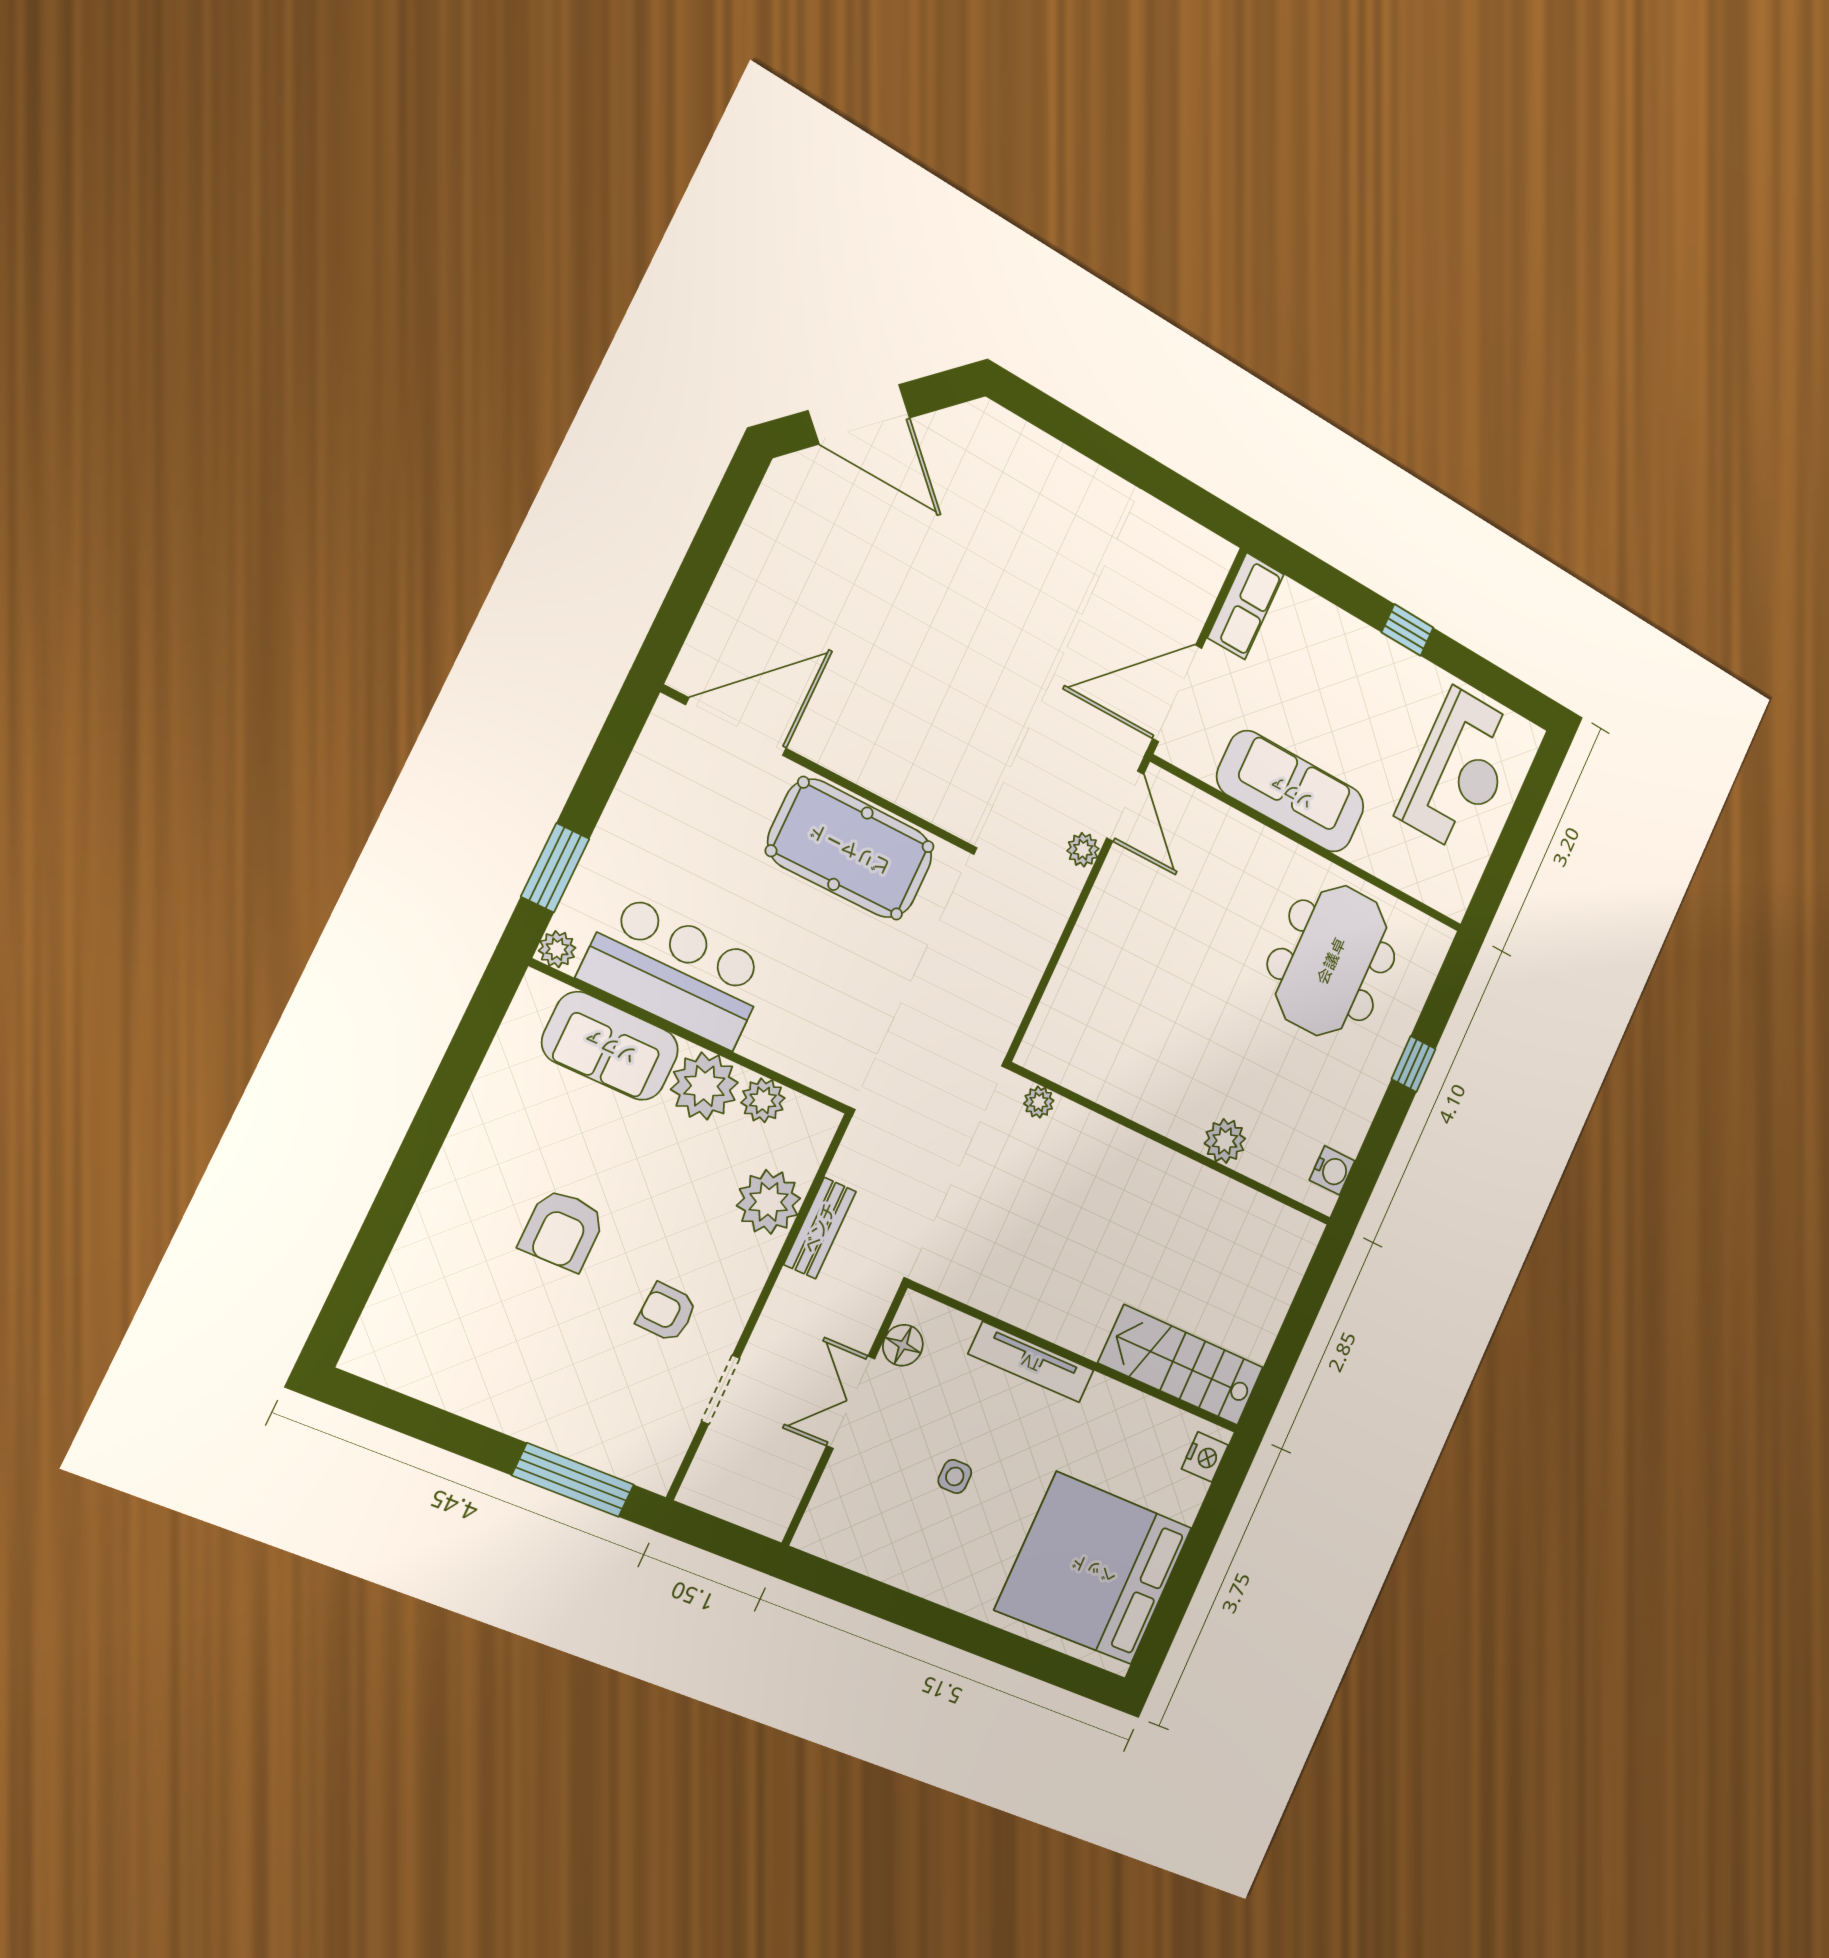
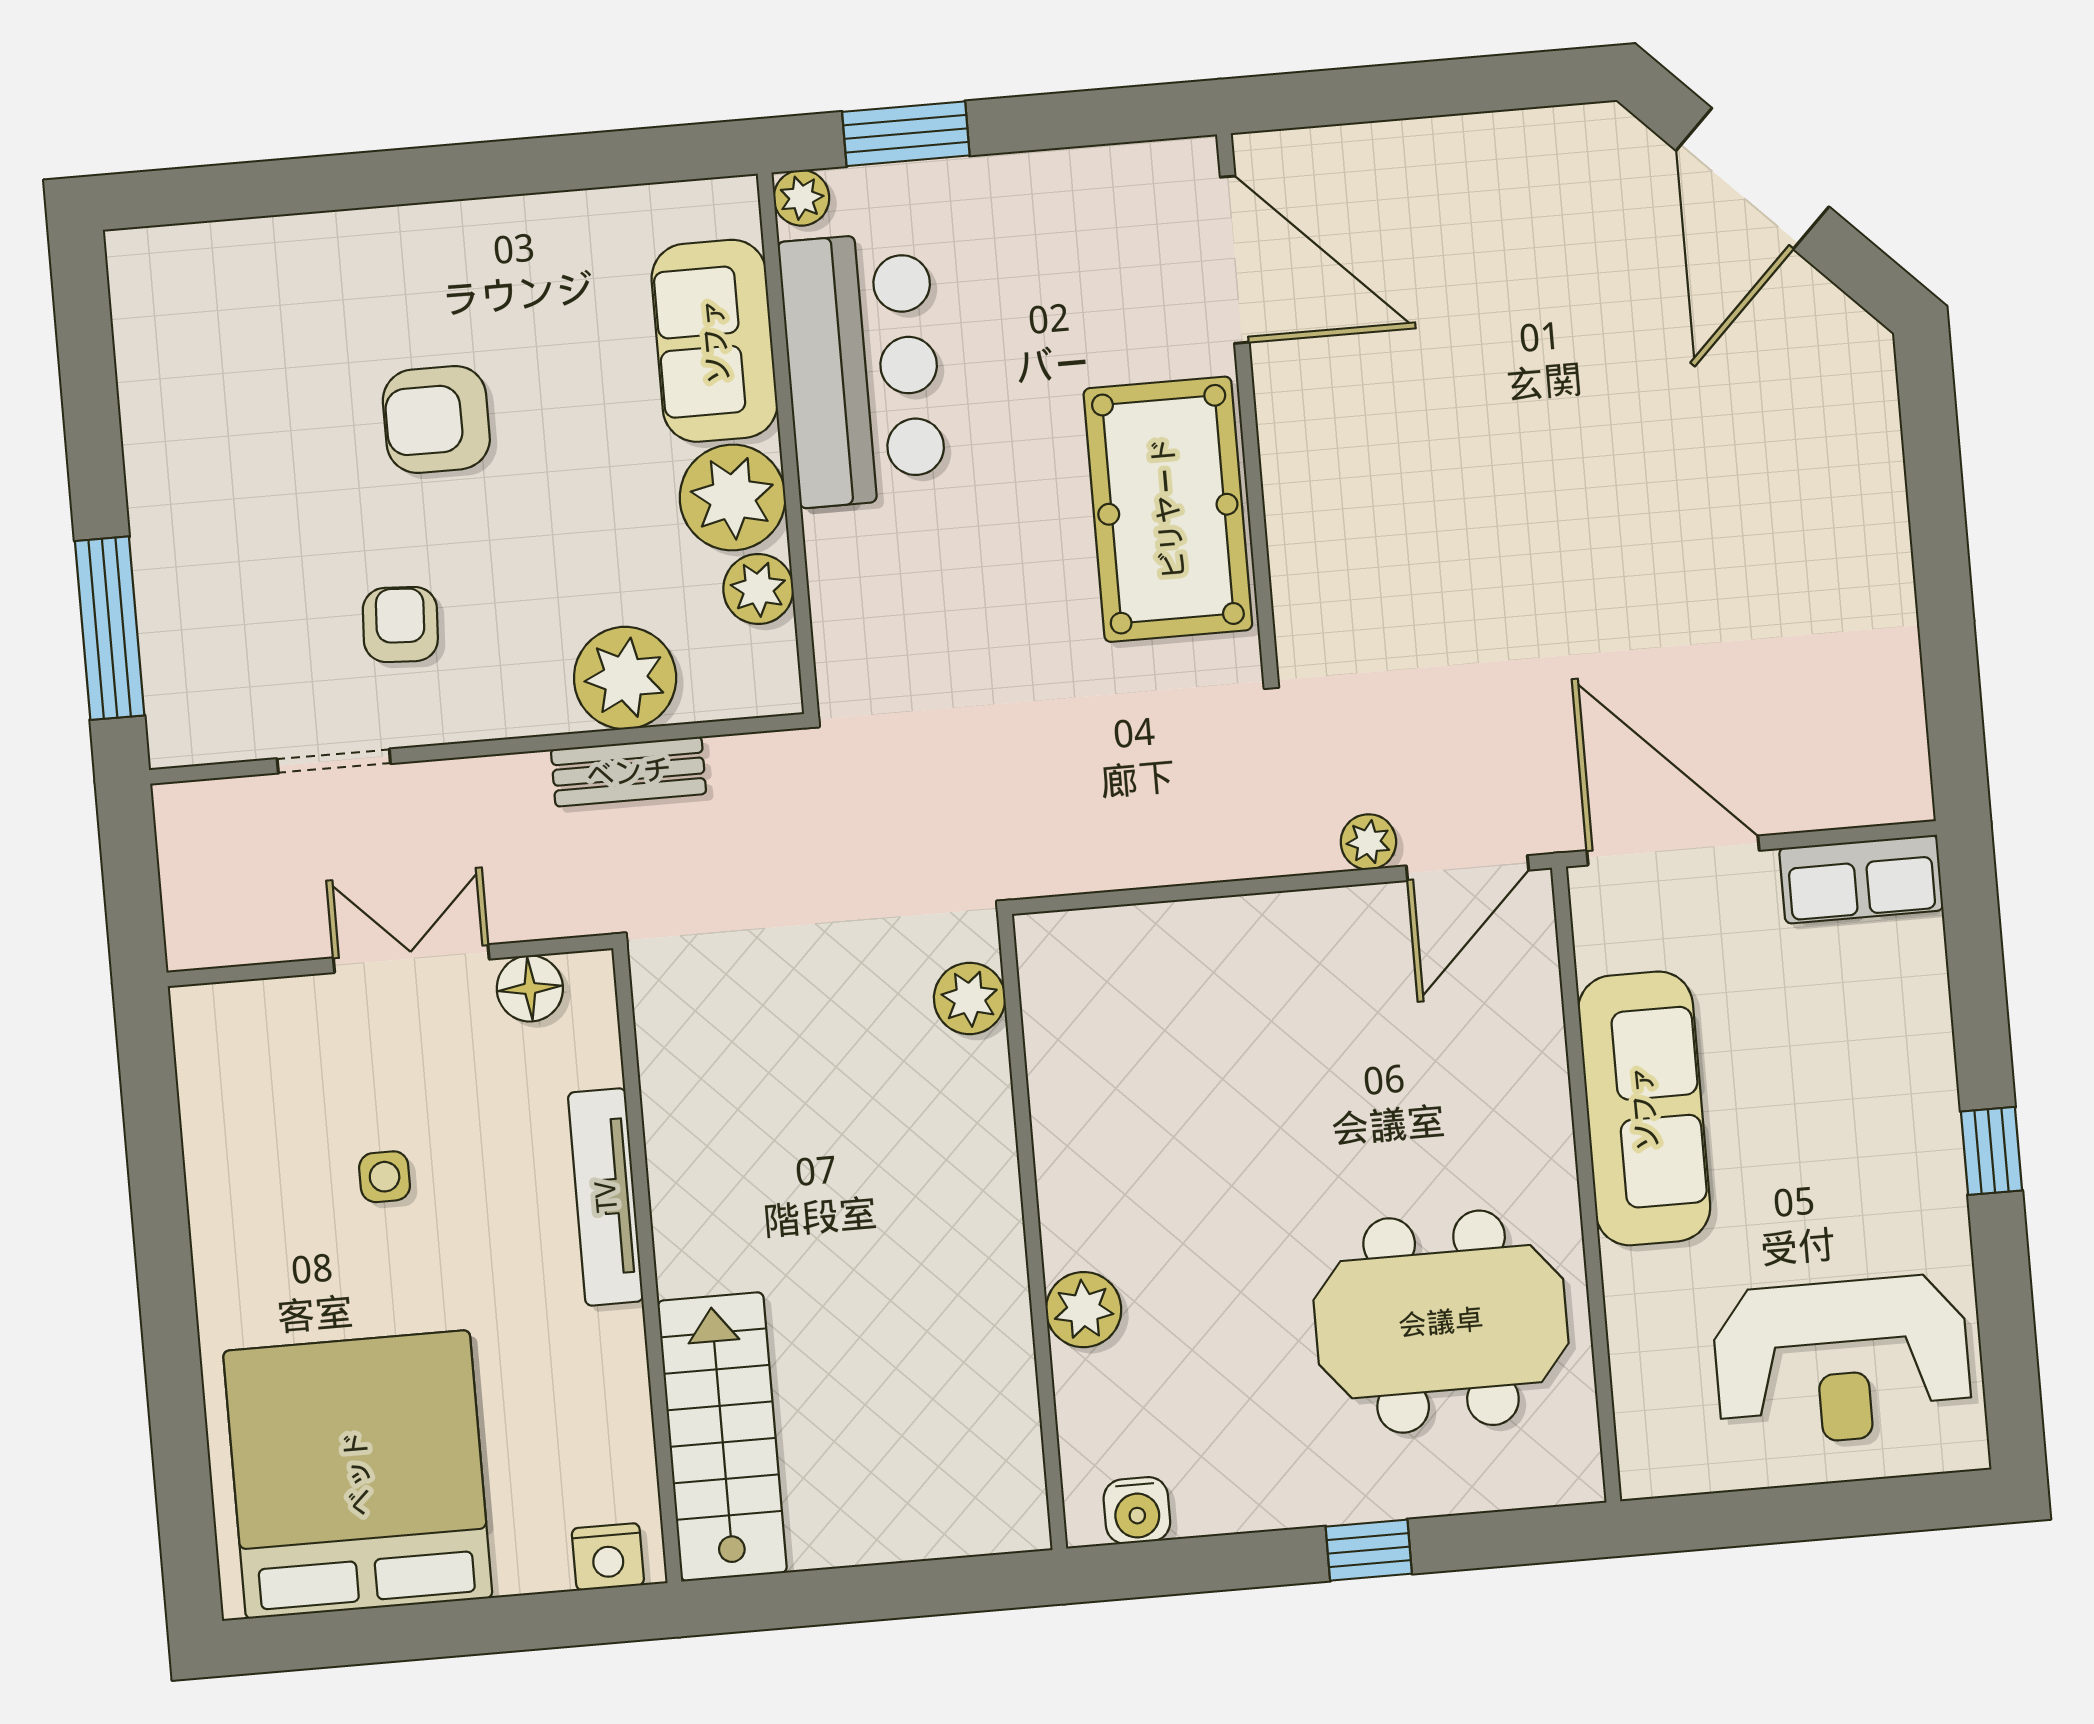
plant: (1039, 1102) -> (970, 998), width x1.38, depth x1.38

